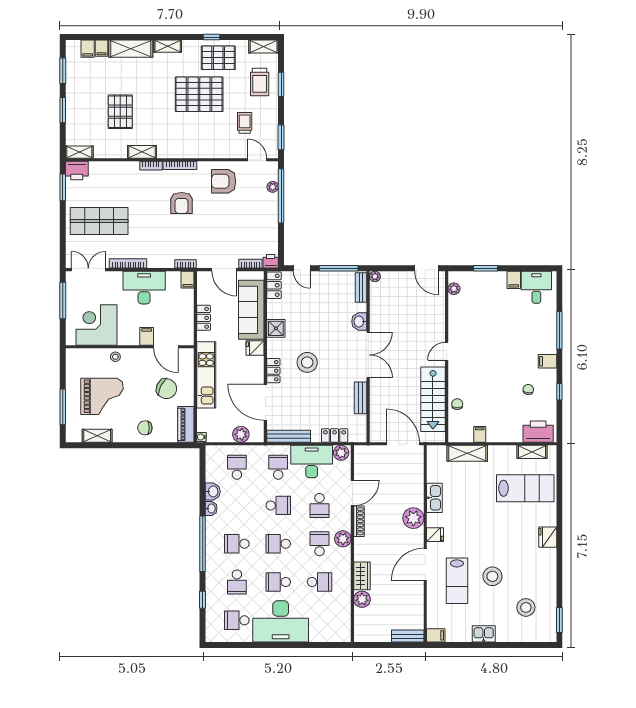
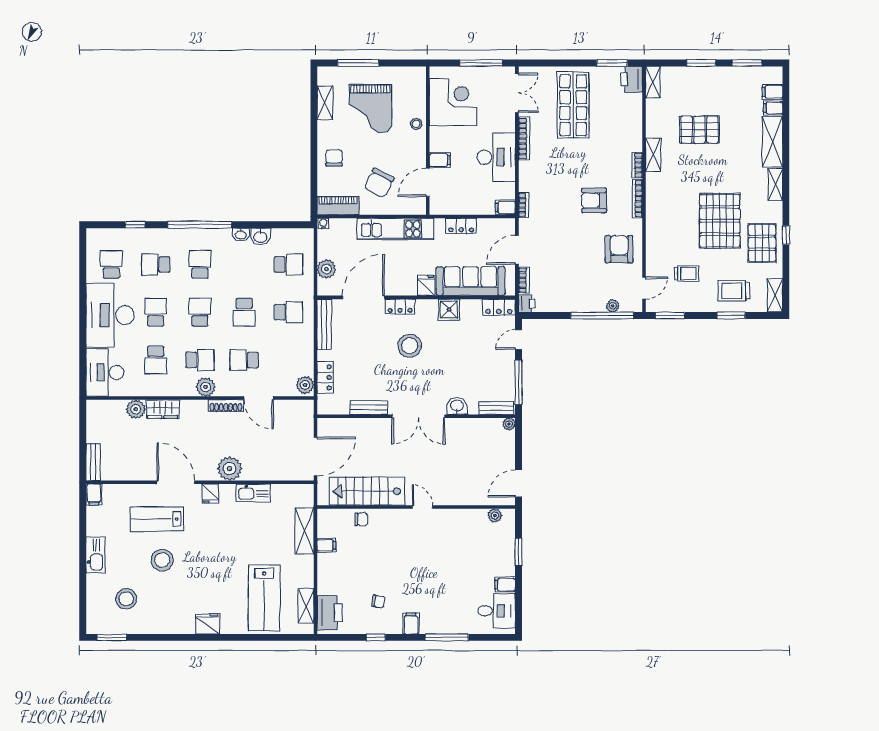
desk: (312, 462) -> (105, 372), moved, turned 180
kitchen sink: (484, 634) -> (96, 555), width x1.38

